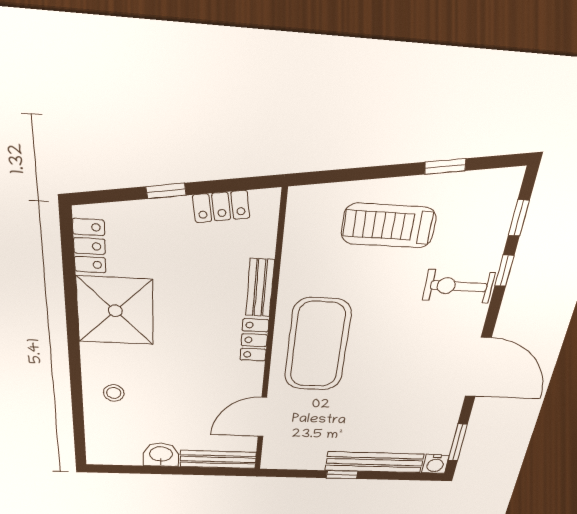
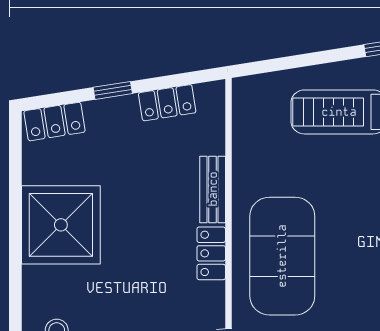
locker: (89, 246) -> (54, 122), moved, turned 81

